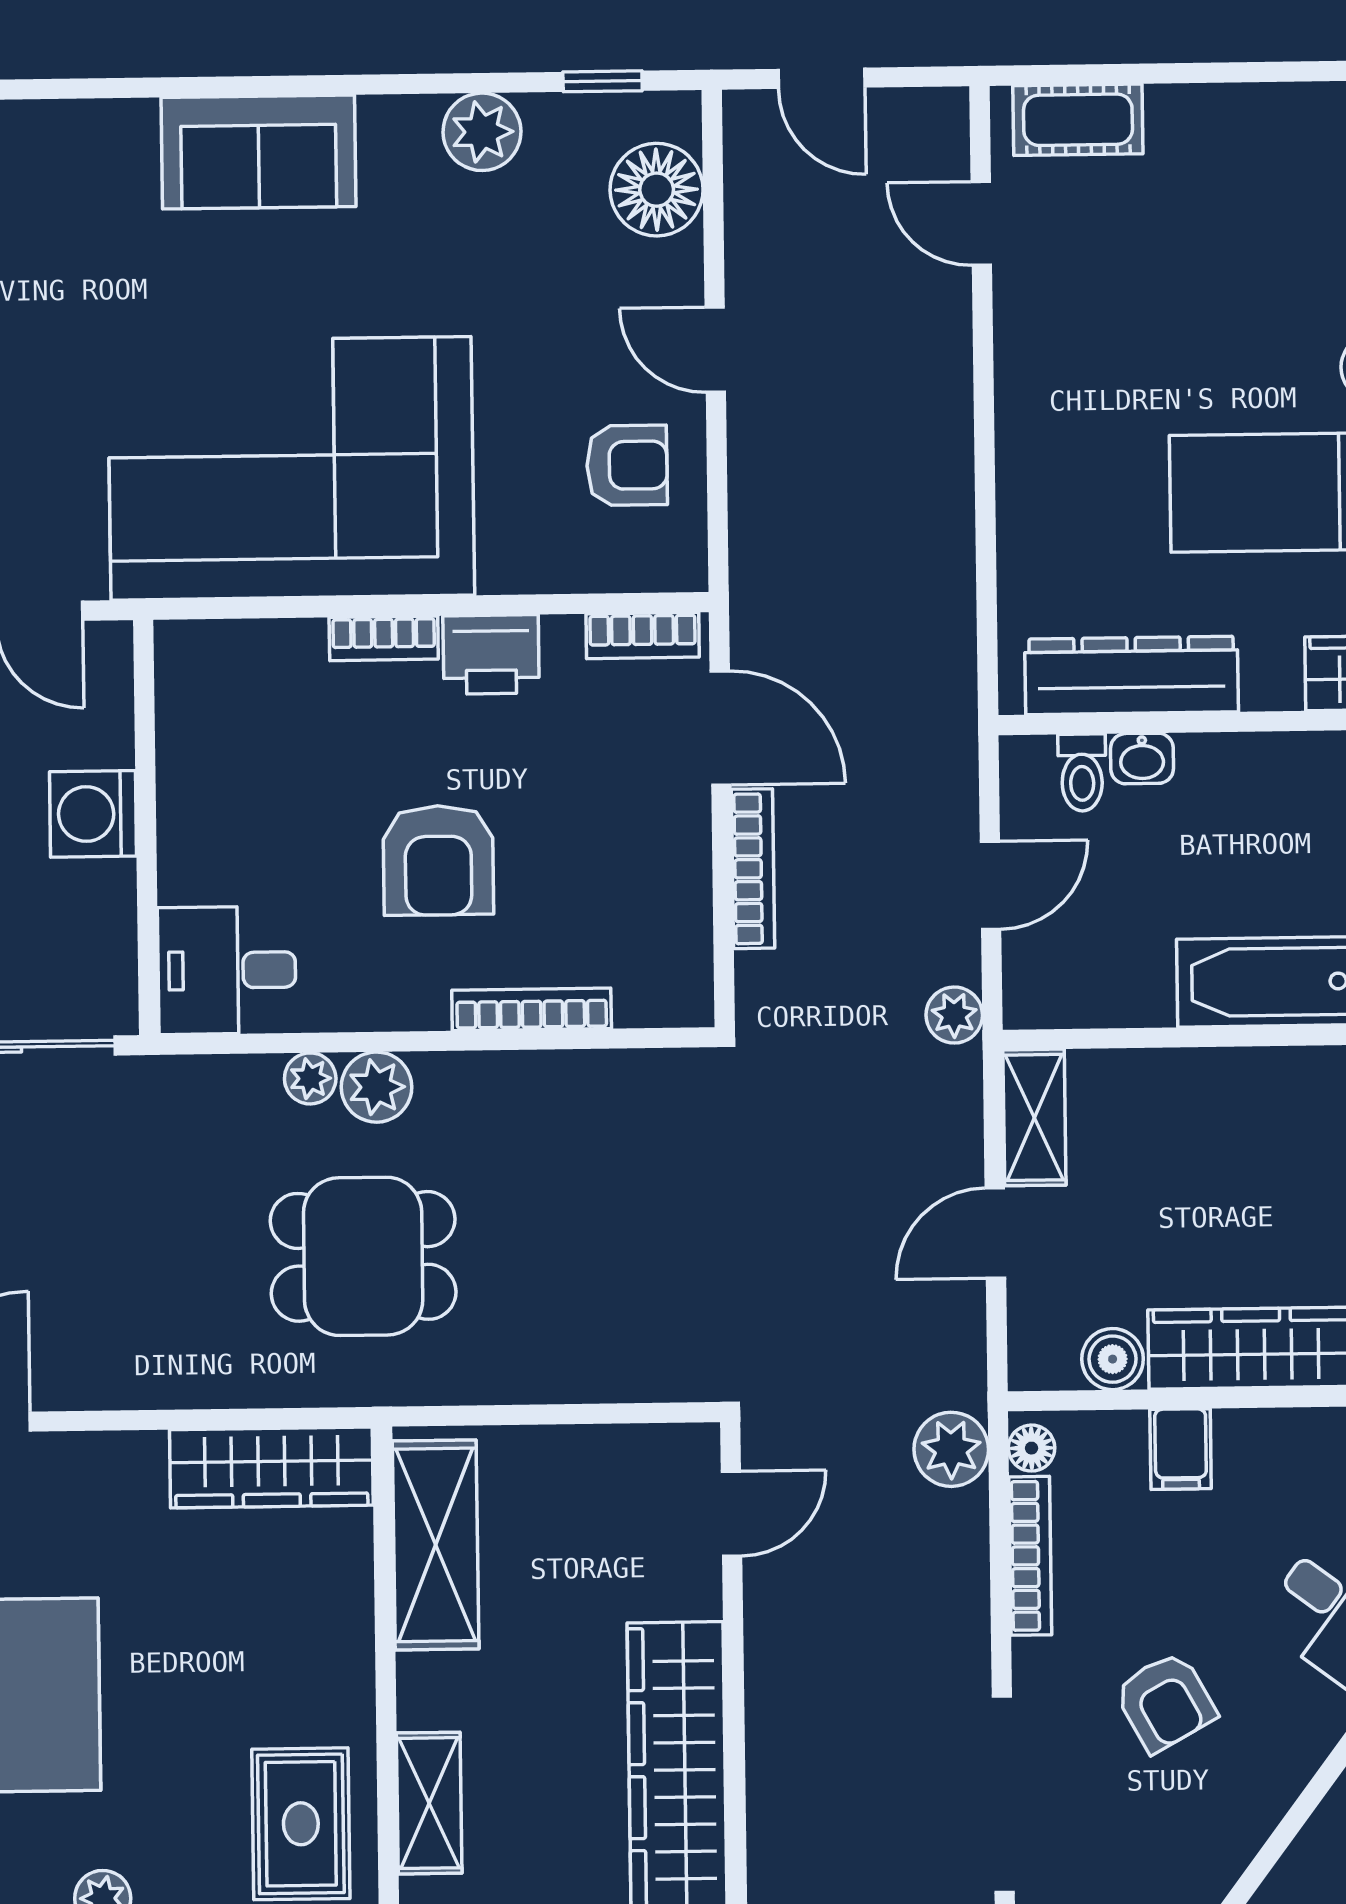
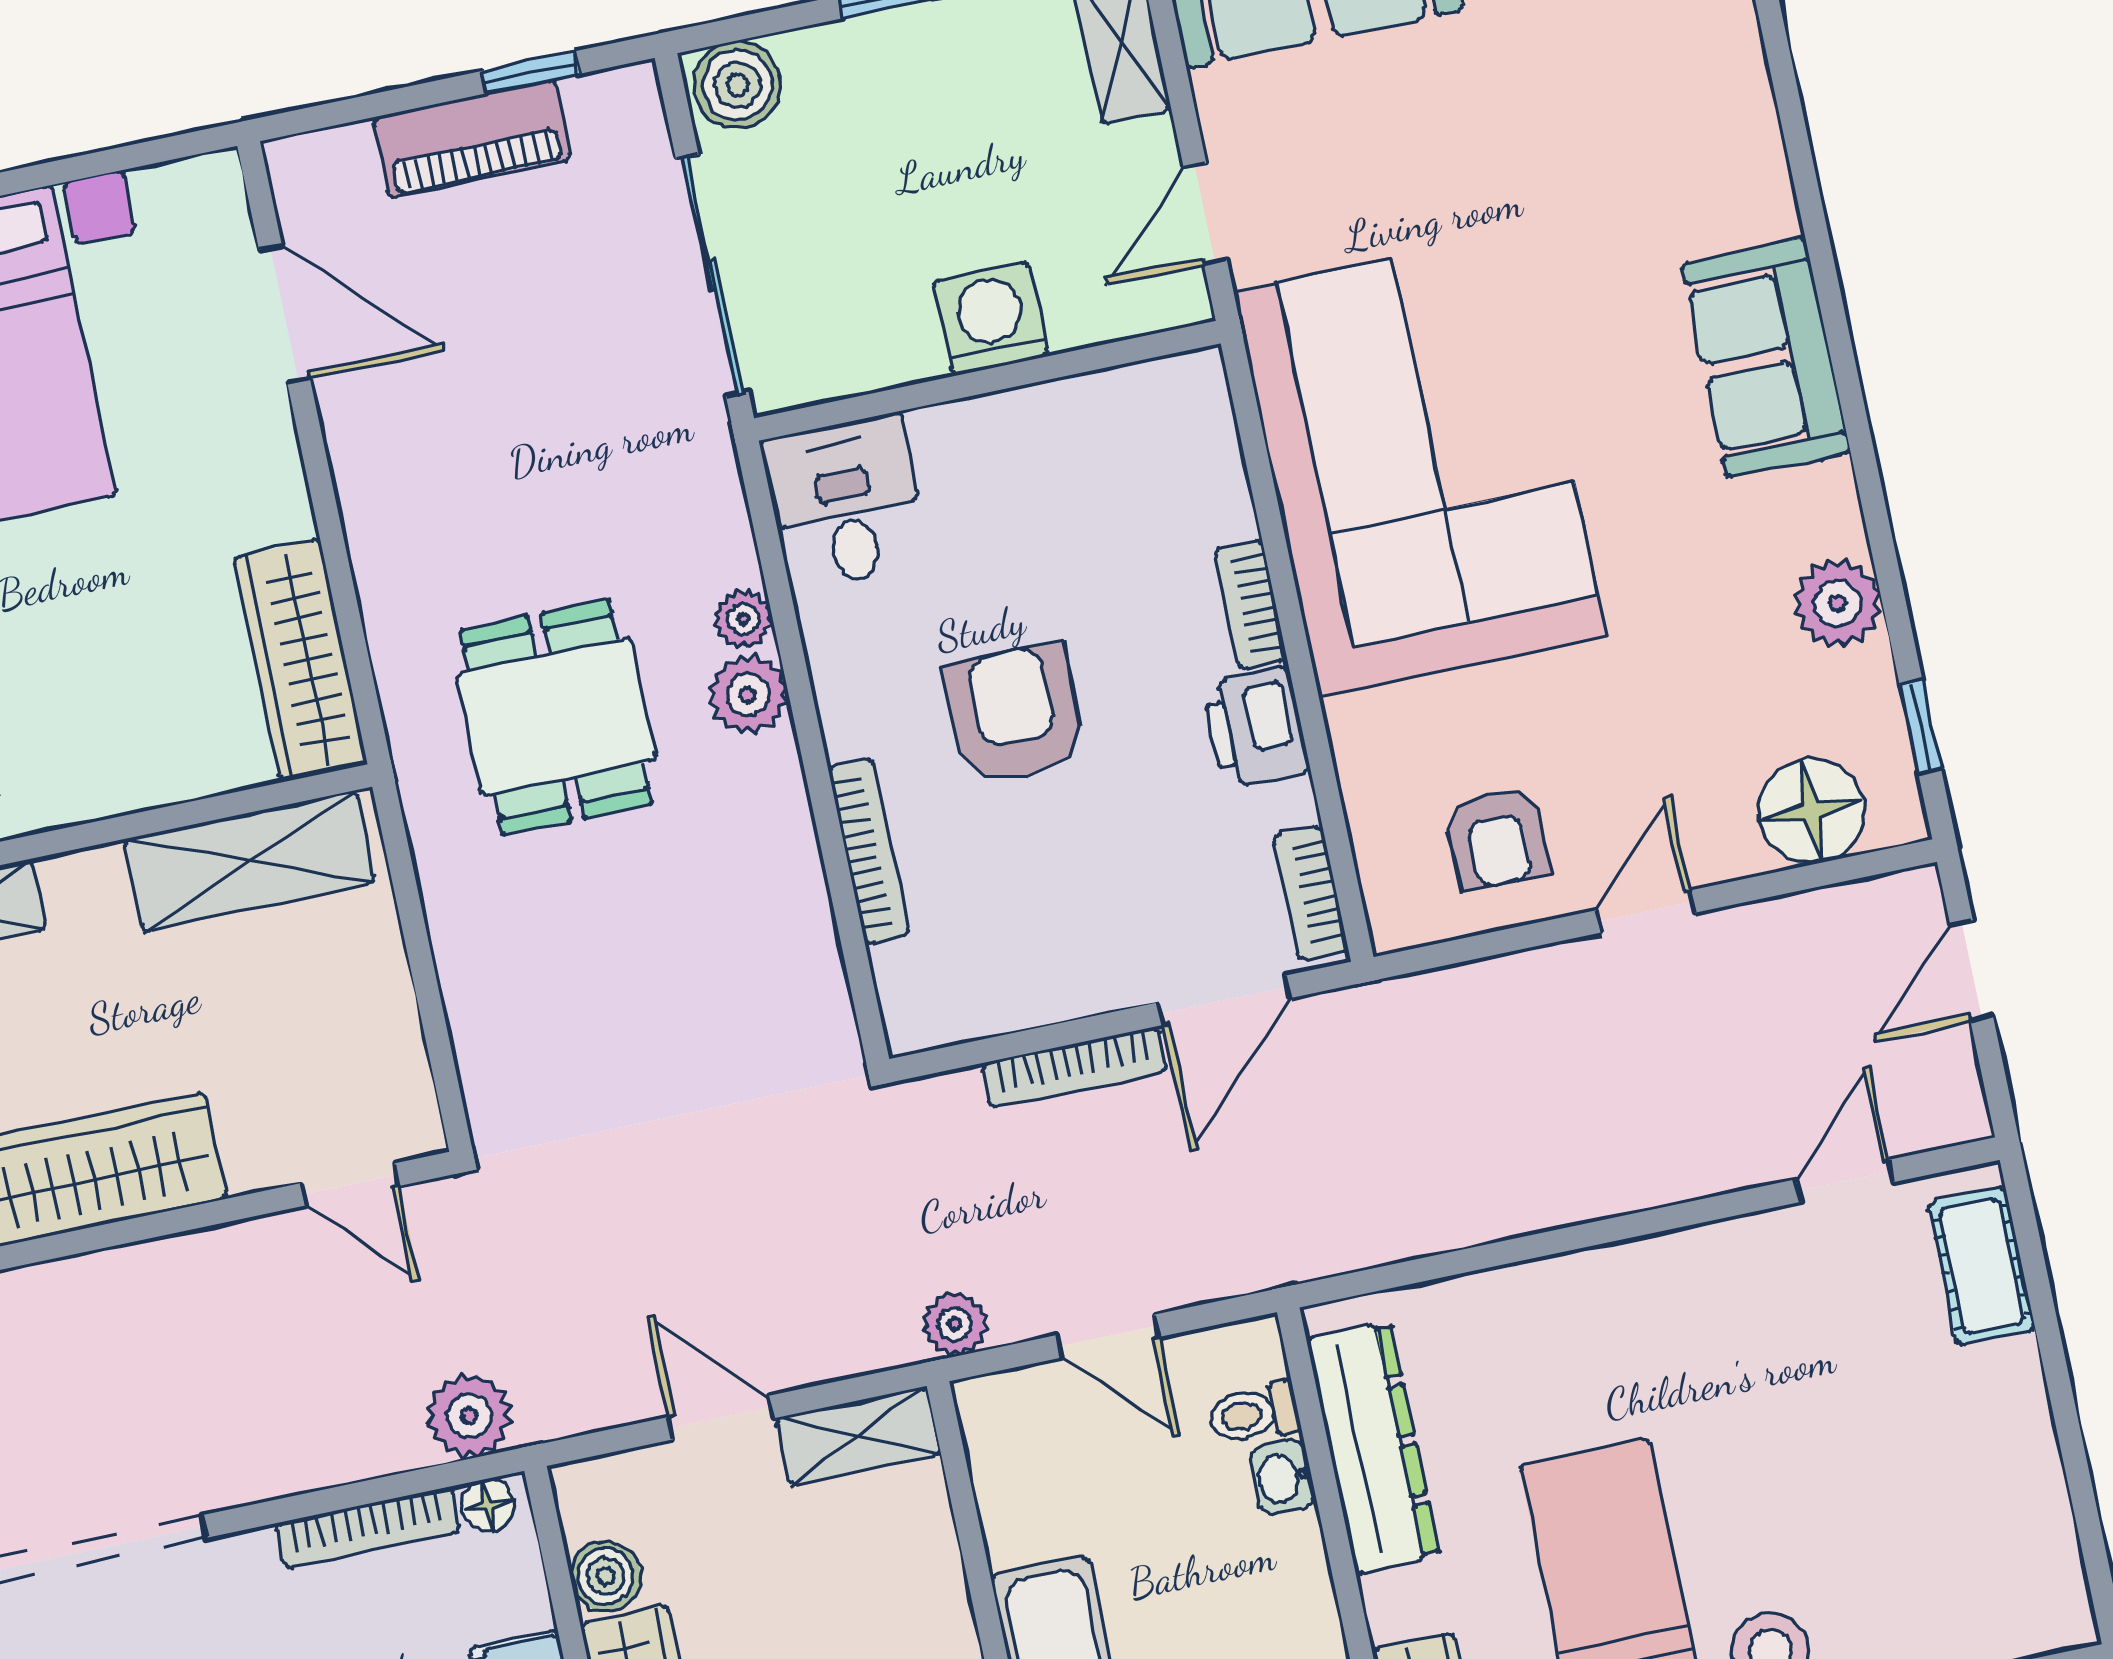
armchair: (438, 860) -> (1015, 714), turned 90

